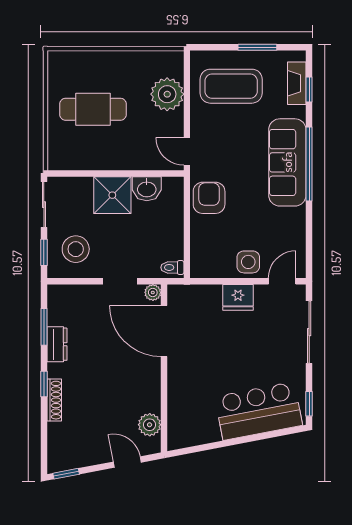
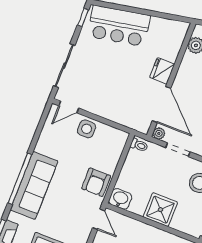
washbasin: (147, 189) -> (120, 199), moved
fridge: (238, 297) -> (162, 71), moved, turned -90

